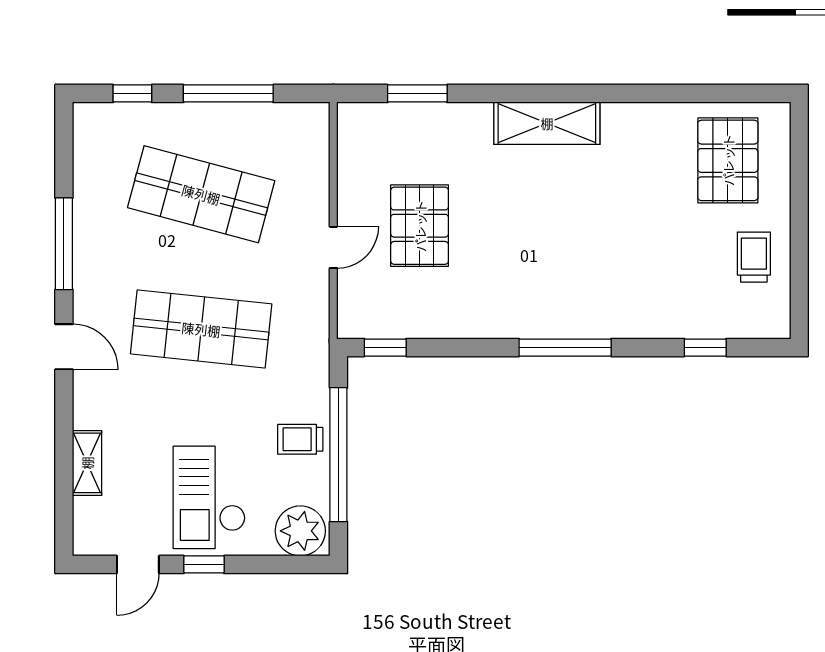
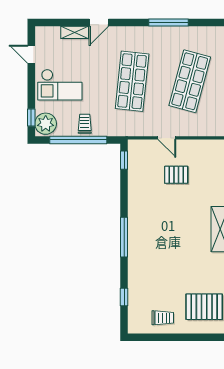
pallet: (420, 226) -> (176, 175), width x0.67, depth x0.71
door: (64, 347) -> (99, 23), moved
checkout: (209, 497) -> (60, 85), turned 180
window: (204, 564) -> (31, 117), moved

